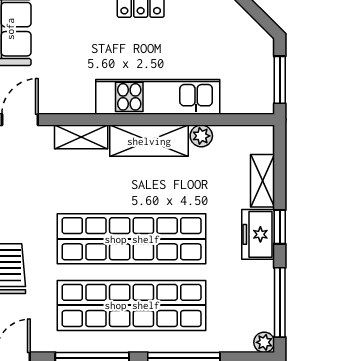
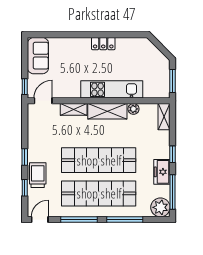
shelving: (263, 181) -> (164, 117), moved
freezer: (258, 234) -> (162, 172), moved
plant: (264, 342) -> (160, 207), width x1.87, depth x1.87

